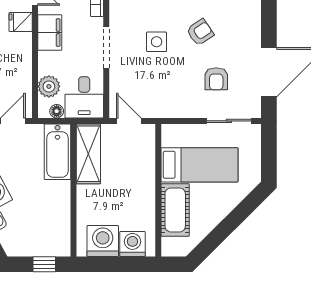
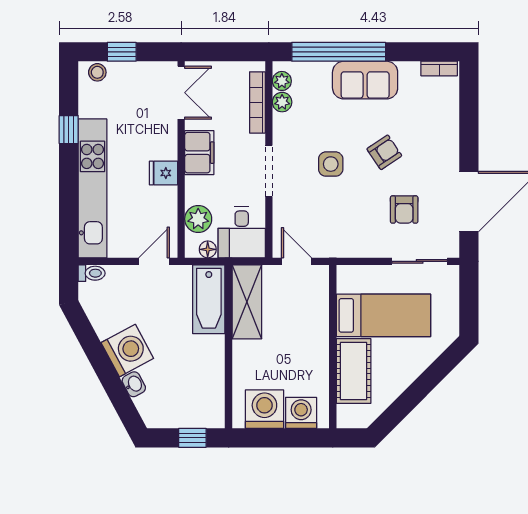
fridge: (21, 22) -> (163, 173), moved

